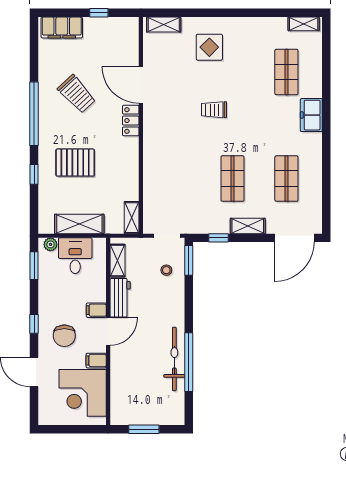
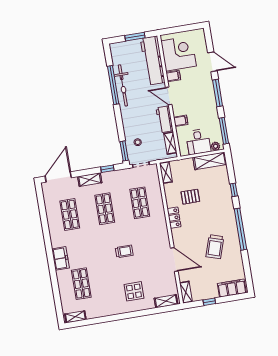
shelving: (132, 33) -> (186, 292), added
trolley: (77, 94) -> (215, 247), turned -119
locker: (131, 121) -> (174, 218), moved
pallet: (75, 163) -> (190, 197), moved, width x0.67, depth x0.71
shop shelf: (179, 179) -> (140, 203), added
shelving: (79, 224) -> (210, 161), moved
window: (34, 266) -> (224, 131), width x1.44
filing cabinet: (96, 310) -> (181, 121), moved
window: (34, 324) -> (218, 93), width x2.17
door: (108, 332) -> (169, 96), hinge flipped
chair: (64, 336) -> (197, 89), removed
workbench: (123, 389) -> (153, 60), added

